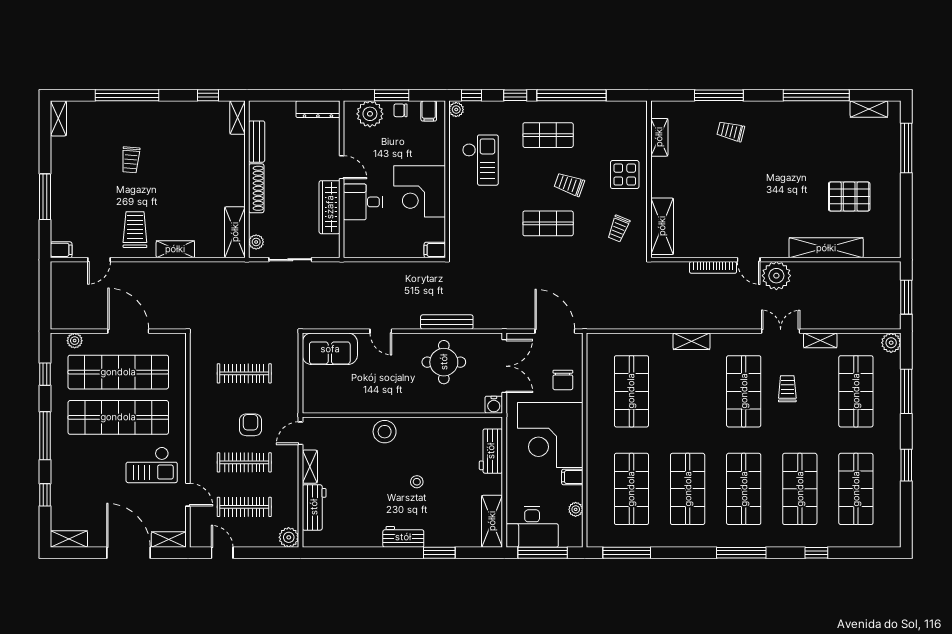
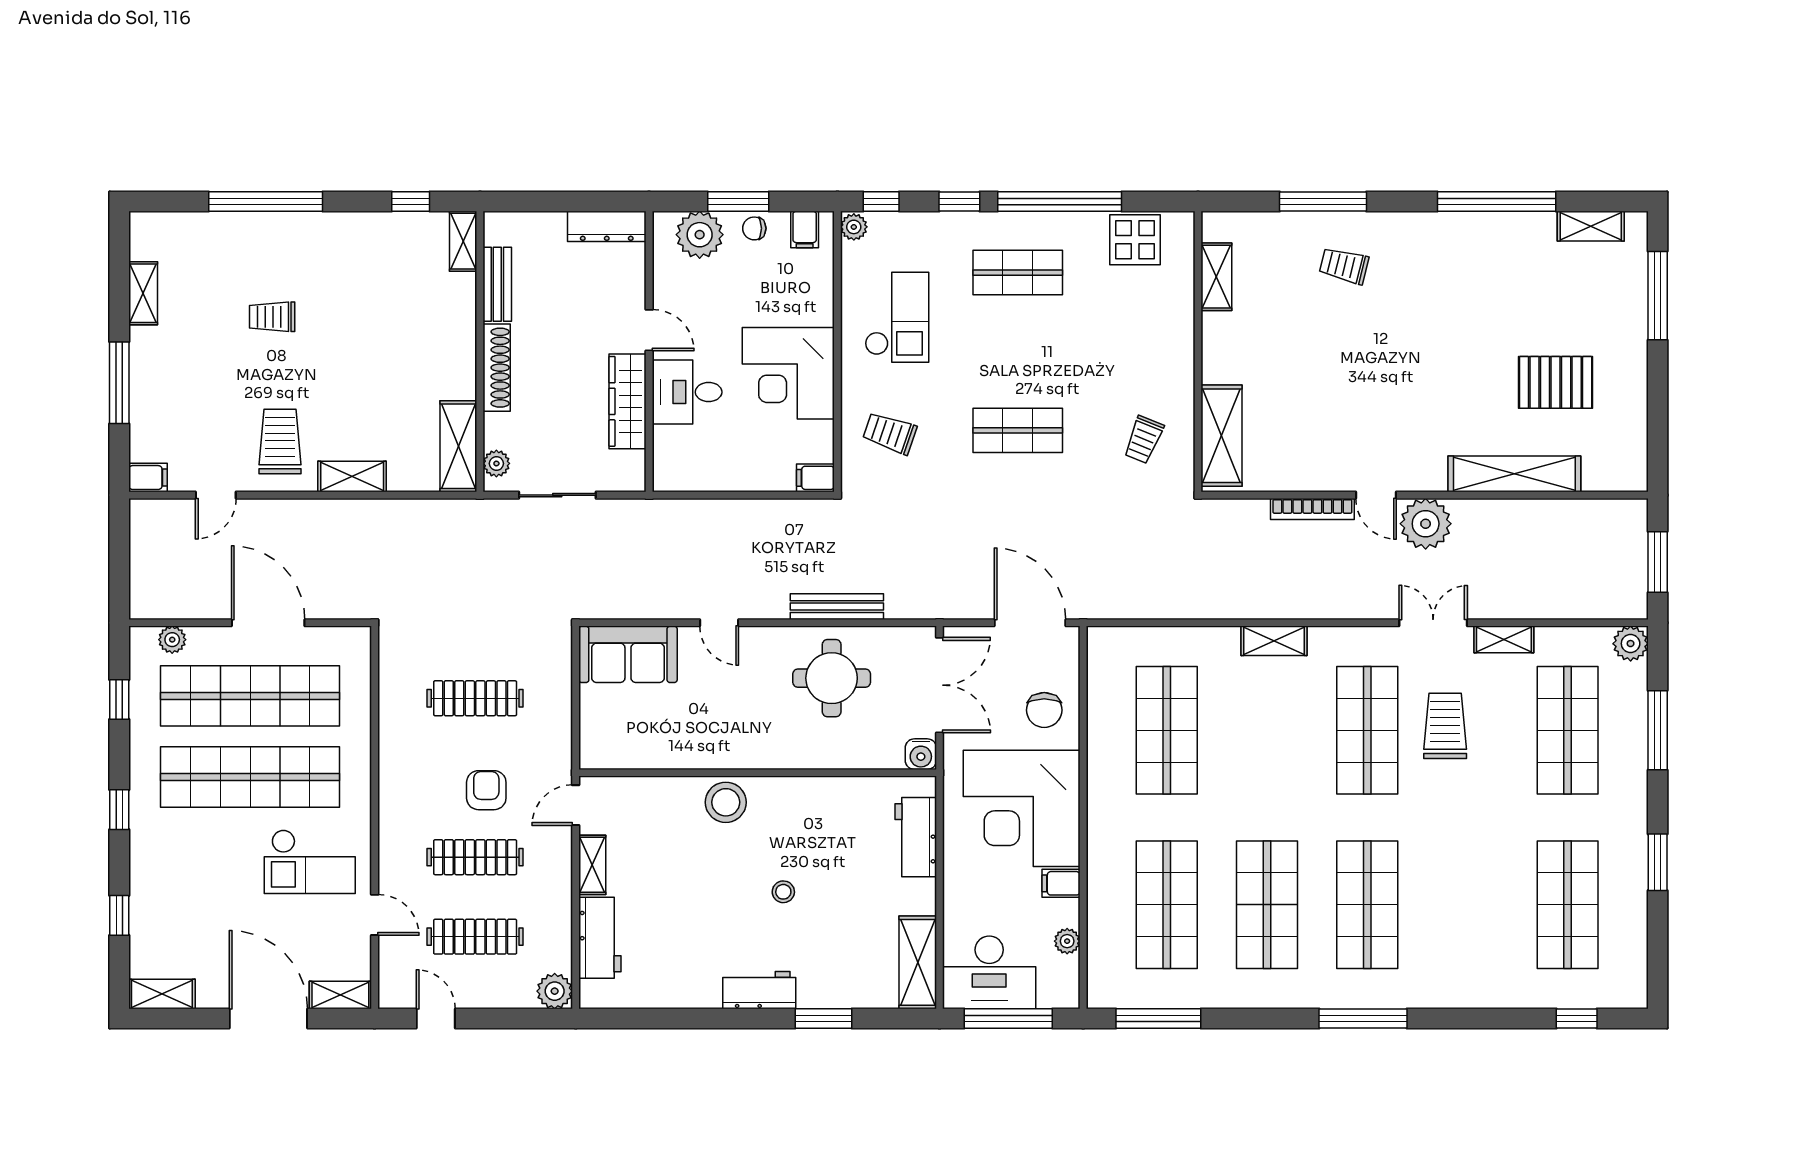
shelving: (58, 118) -> (143, 293), moved
trolley: (131, 160) -> (272, 317), turned 85
display table: (625, 175) -> (1135, 240), moved
trolley: (569, 184) -> (890, 433), moved
trolley: (787, 389) -> (1445, 726), width x1.36, depth x1.39
window: (45, 436) -> (119, 810), width x0.46
shop shelf: (800, 489) -> (1467, 905), removed
window: (816, 553) -> (1577, 1019), moved

